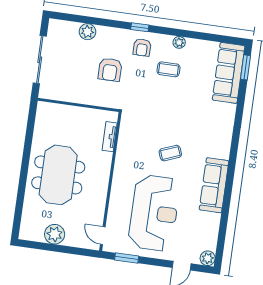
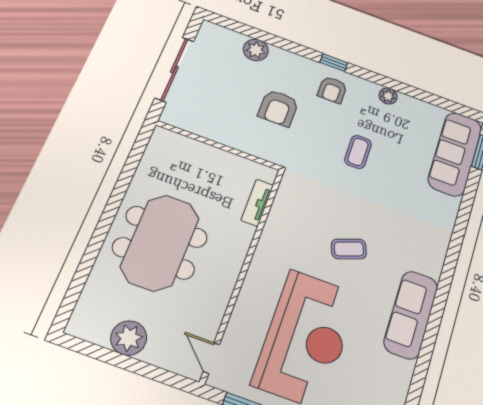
coffee table: (169, 69) -> (358, 152), moved, turned 90

